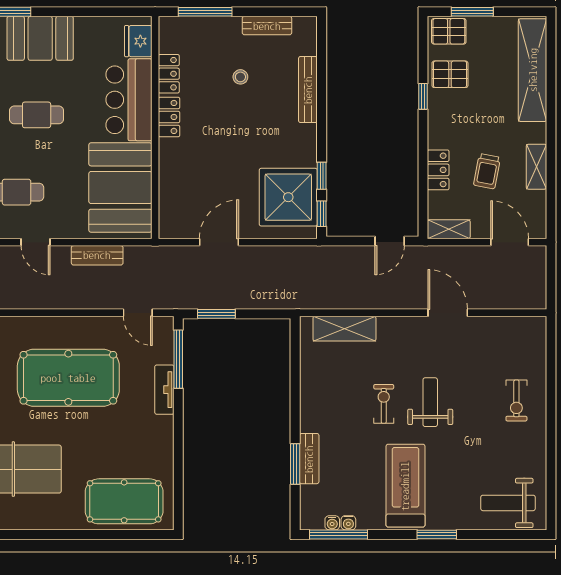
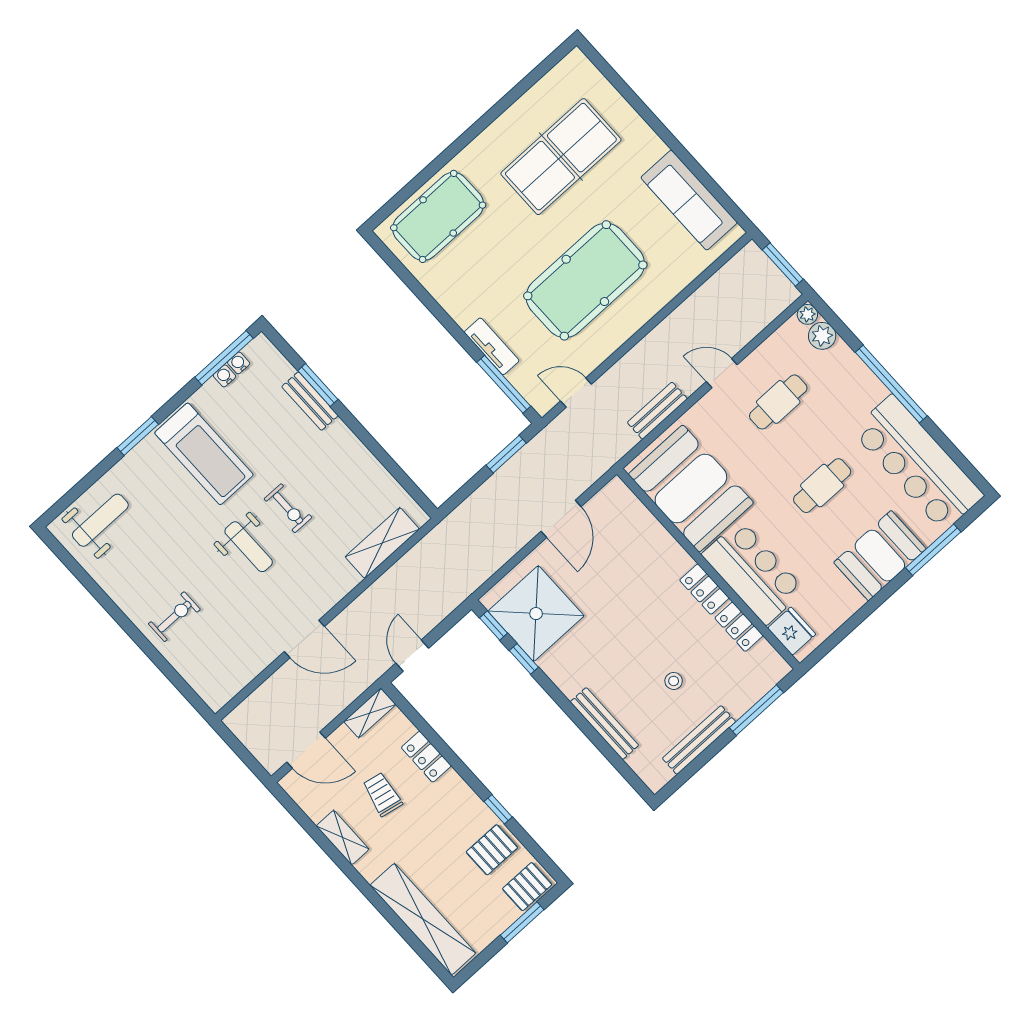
bench: (267, 26) -> (699, 740), width x1.36
exercise bike: (516, 401) -> (174, 617), turned 90

